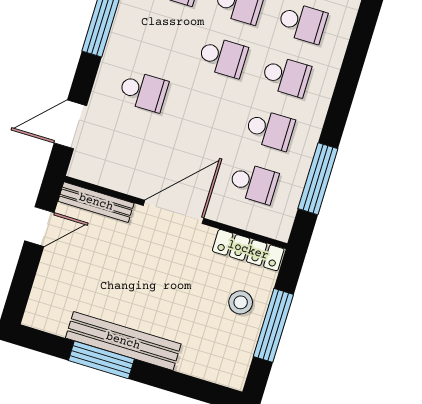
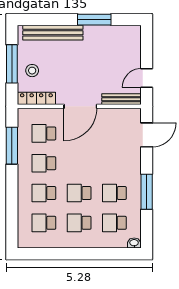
school desk: (143, 91) -> (114, 193), moved
bench: (123, 341) -> (53, 33), moved

